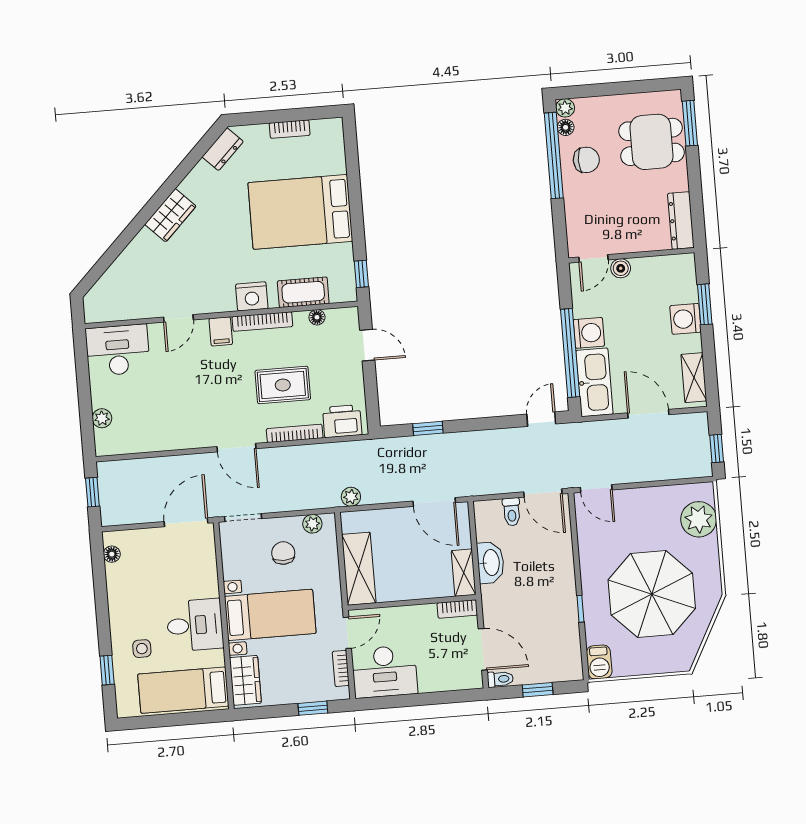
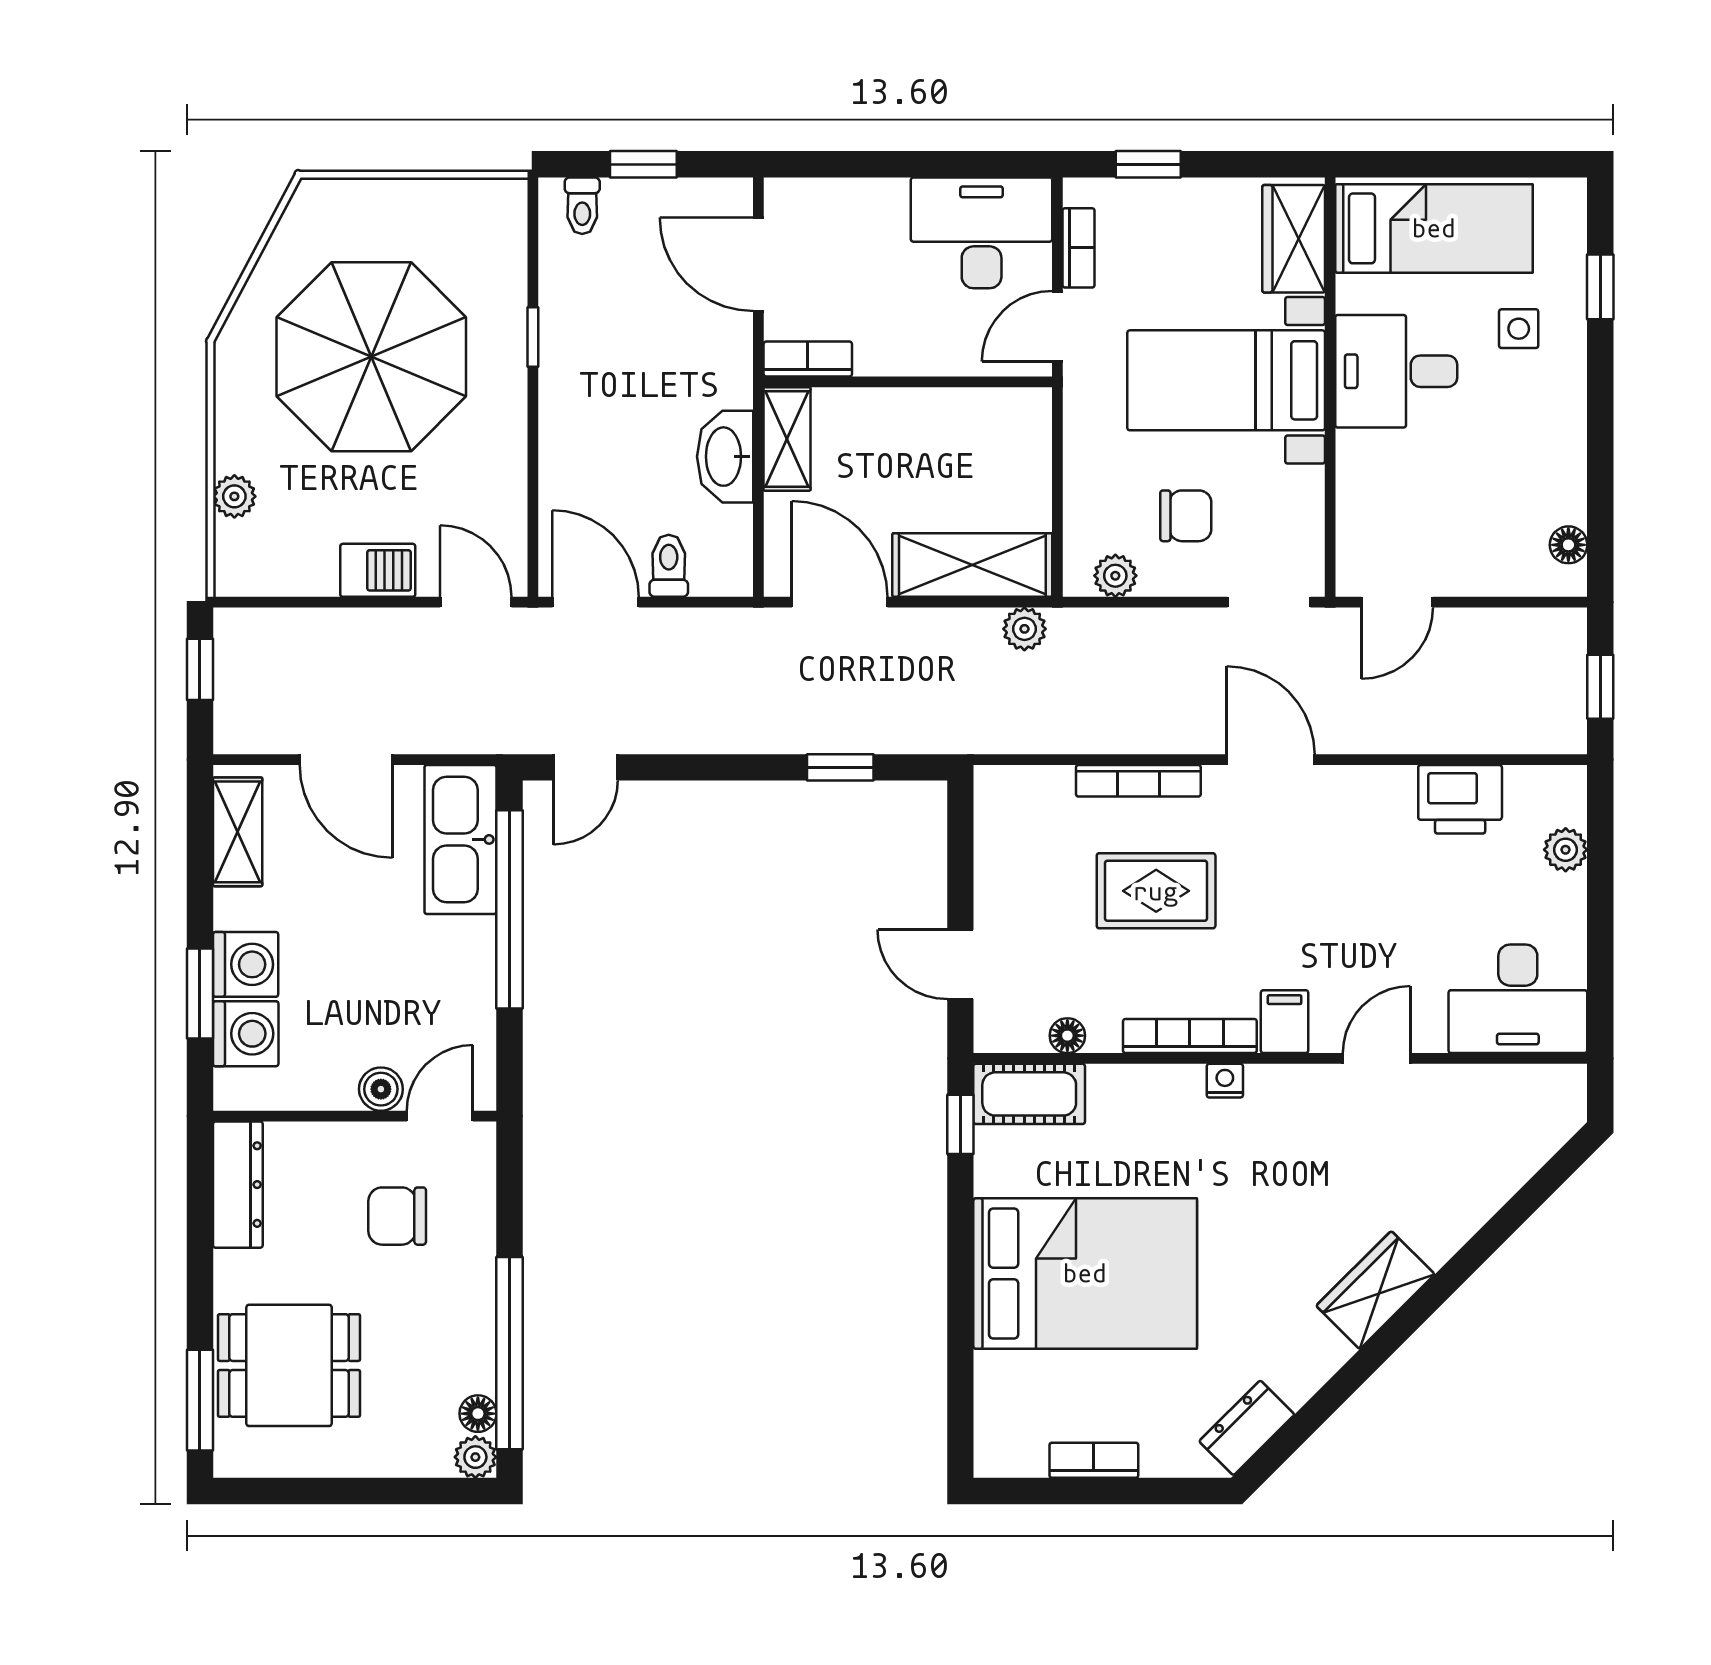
chair: (586, 160) -> (397, 1216), moved
cot: (303, 292) -> (1029, 1094), moved
nightstand: (252, 296) -> (1225, 1081), width x0.53, depth x0.56
washing machine: (589, 333) -> (246, 1034), moved, turned 180
printer: (342, 421) -> (1460, 799), moved
plant: (699, 519) -> (234, 496), width x0.53, depth x0.53
door: (186, 522) -> (1397, 602), width x0.73
chair: (283, 553) -> (1186, 516), turned -90
shelving: (359, 569) -> (972, 565), moved, turned 90
barbecue: (599, 662) -> (378, 570), moved, turned 90
toilet: (500, 679) -> (582, 206), moved, turned -90

